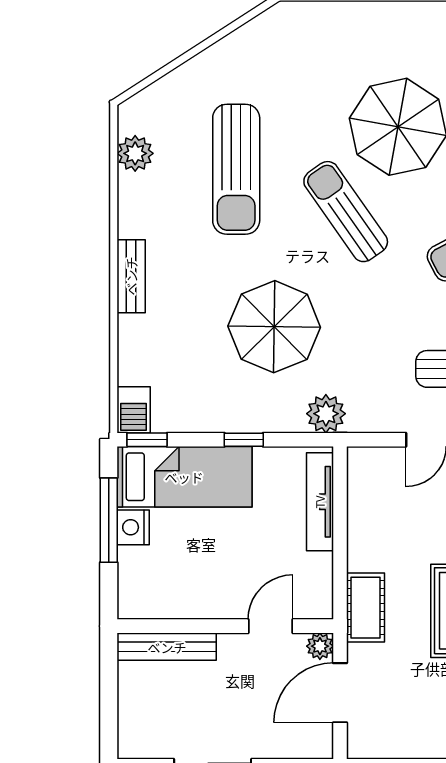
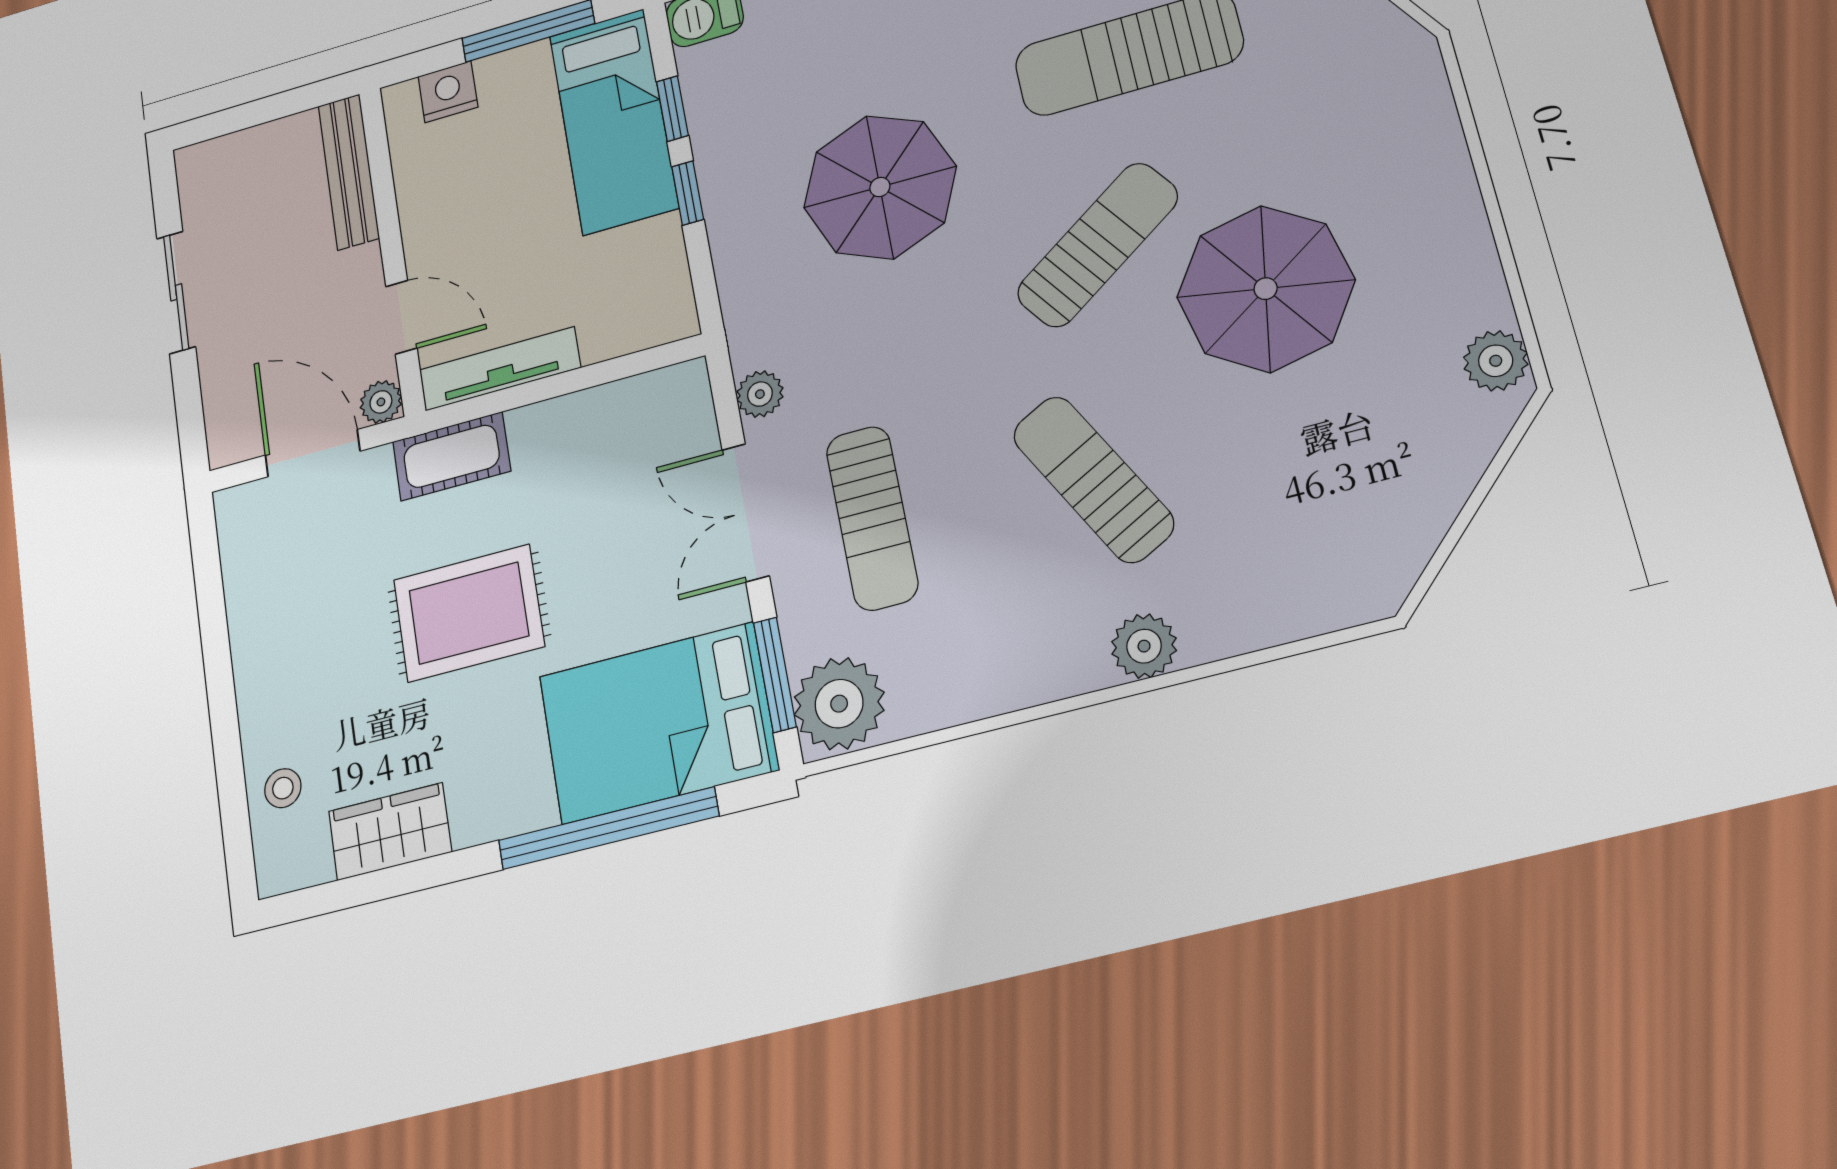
plant: (326, 414) -> (760, 394), moved, width x0.73, depth x0.73
window: (147, 440) -> (672, 109), moved
tv unit: (320, 502) -> (500, 369), moved
nightstand: (133, 527) -> (448, 92), moved

